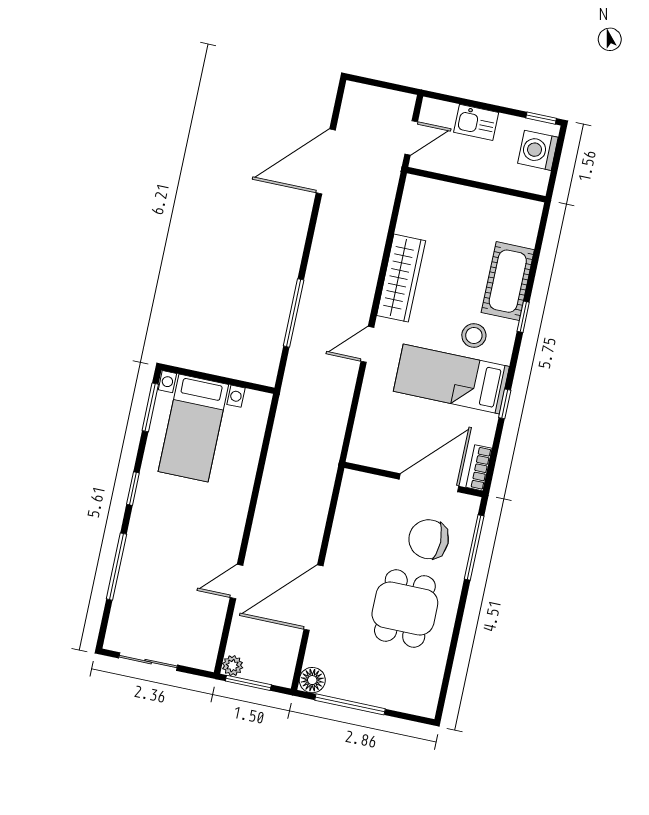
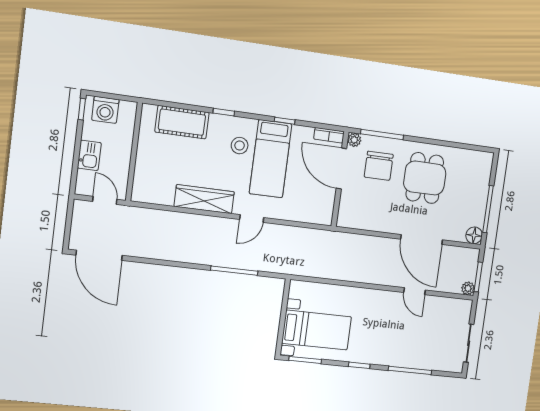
door: (326, 161) -> (99, 255), moved
cot: (508, 281) -> (182, 122), moved
door: (367, 344) -> (252, 218), hinge flipped
plant: (469, 505) -> (354, 140), added
dining table: (405, 608) -> (425, 178), turned 90

